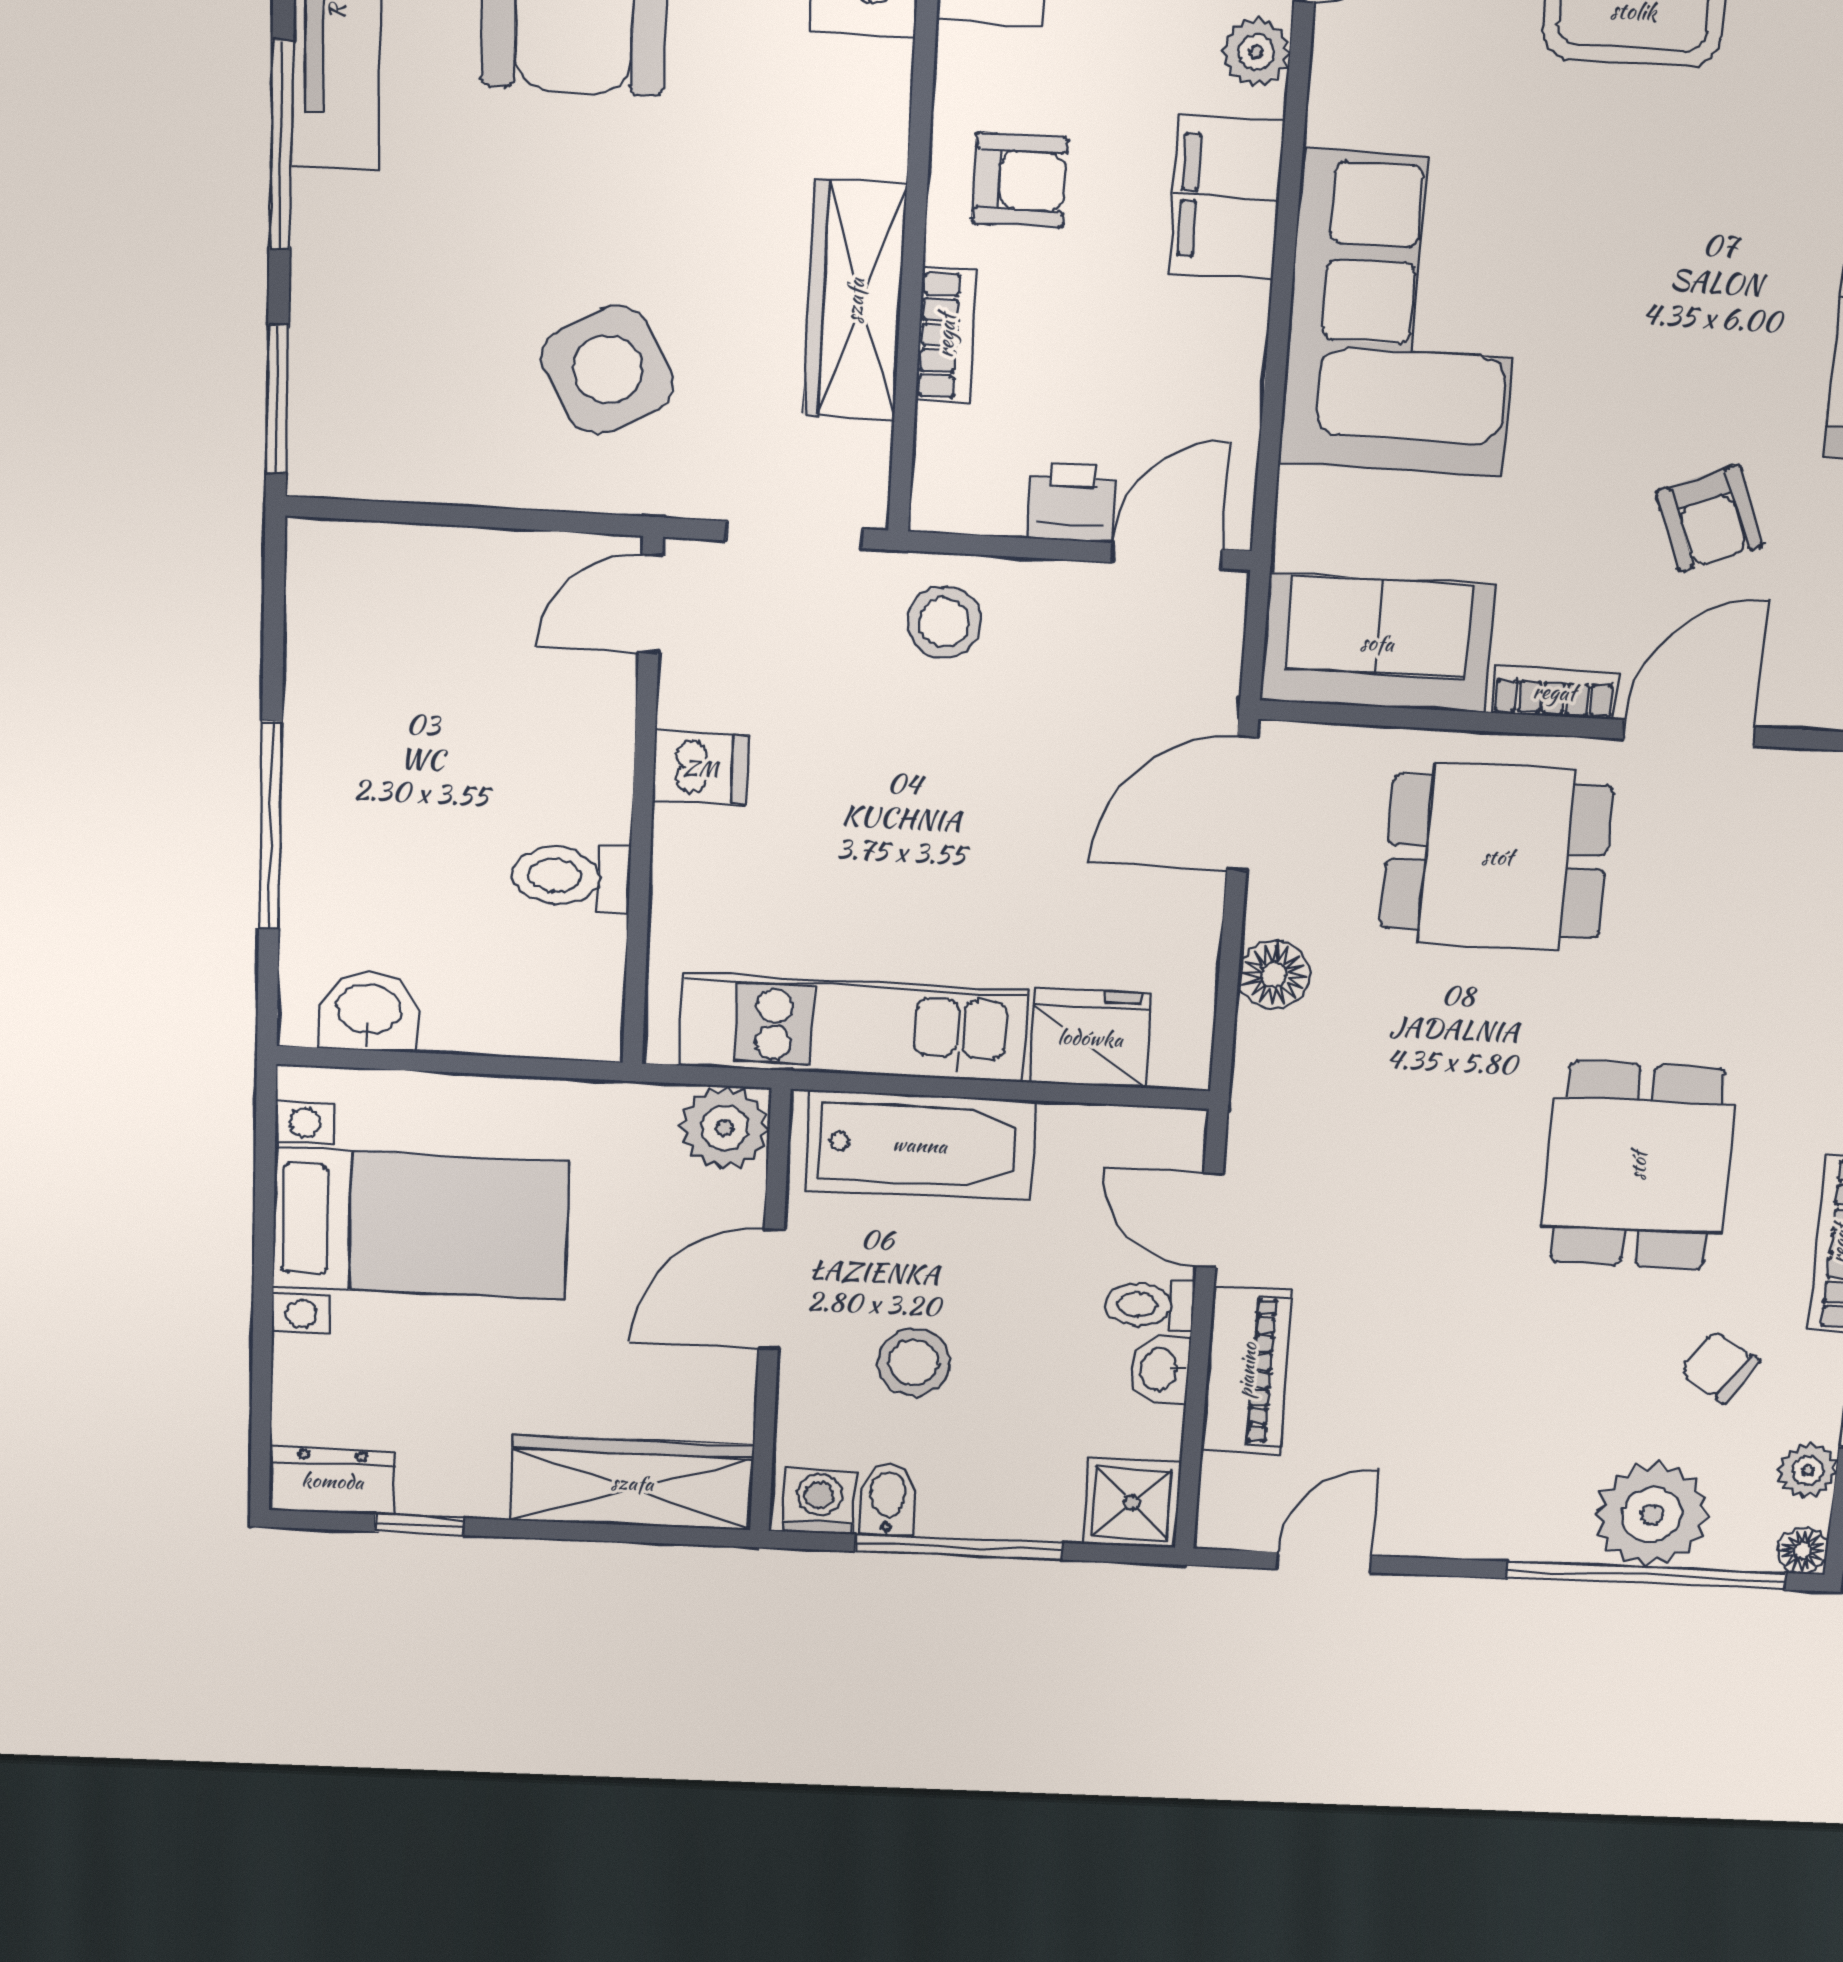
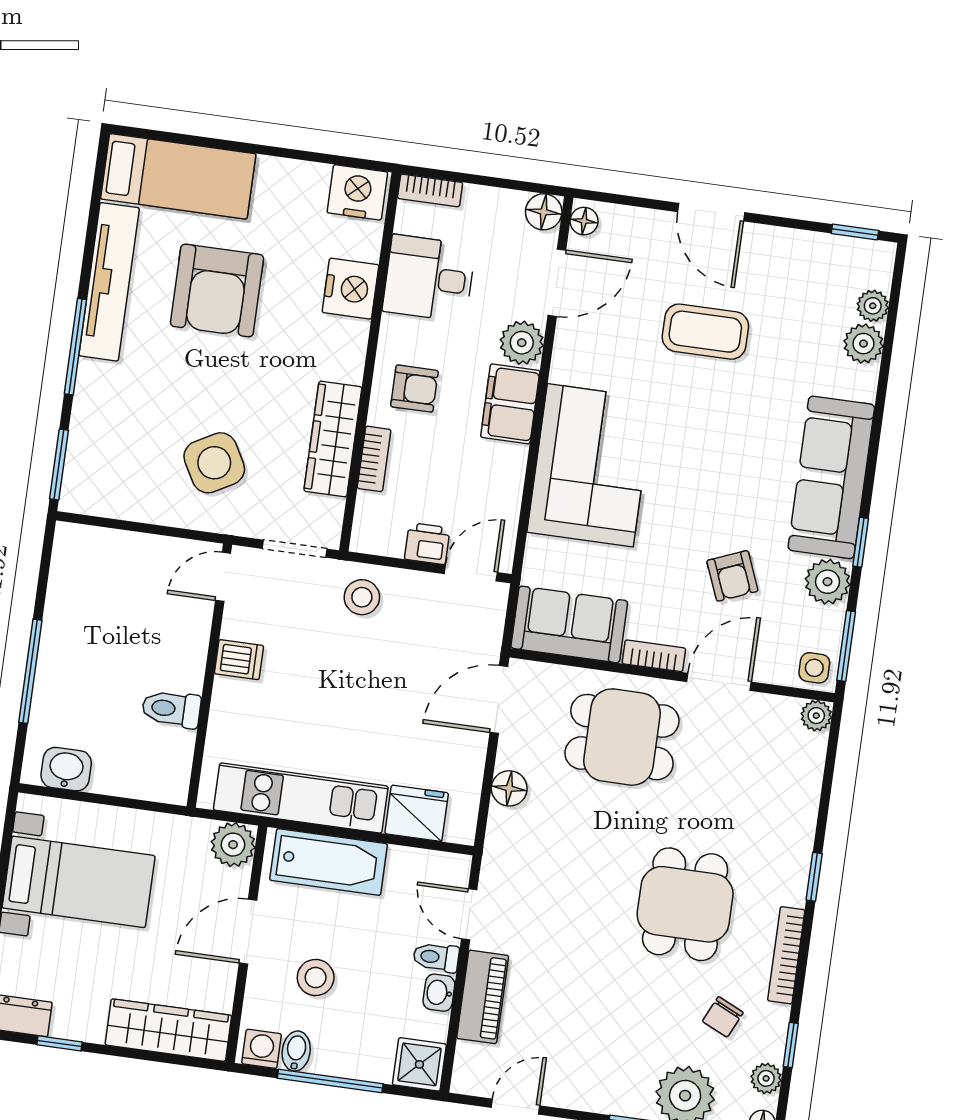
plant: (1256, 52) -> (522, 343), width x1.38, depth x1.38
chair: (1720, 1367) -> (723, 1017), turned -98

